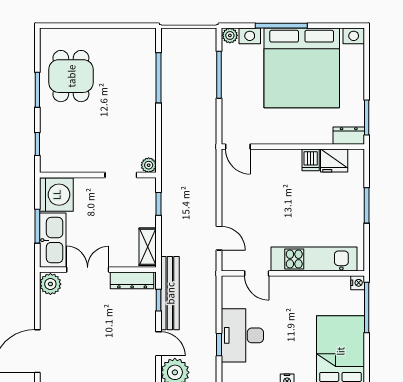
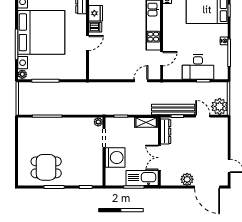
door: (238, 147) -> (87, 43), moved
washing machine: (56, 195) -> (115, 157), moved, turned 90
plant: (50, 284) -> (187, 179), moved
door: (158, 344) -> (203, 116), hinge flipped

